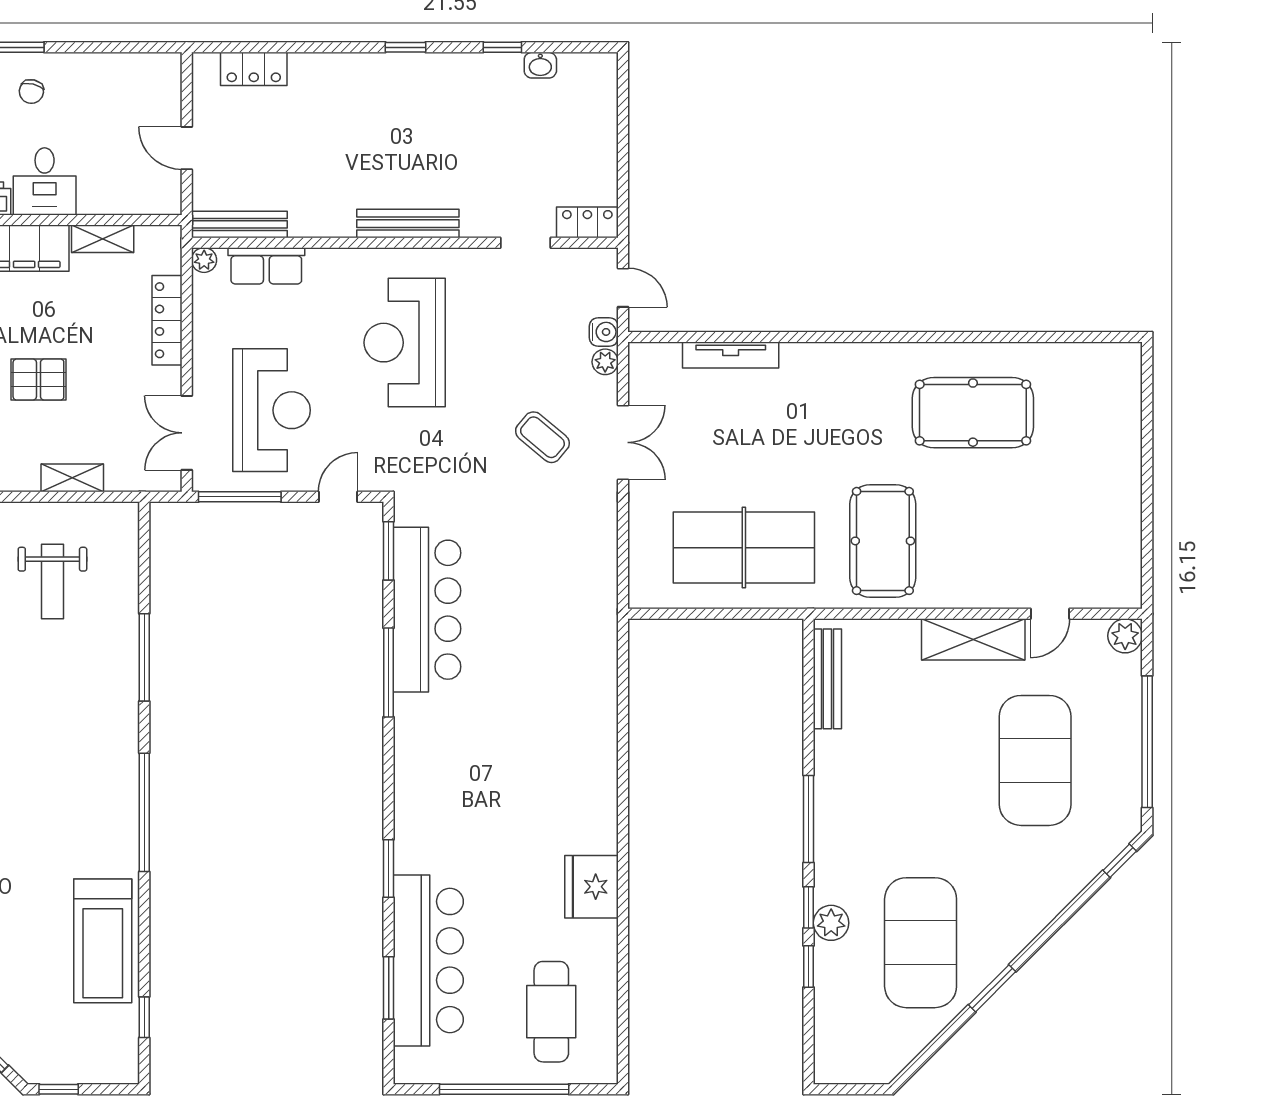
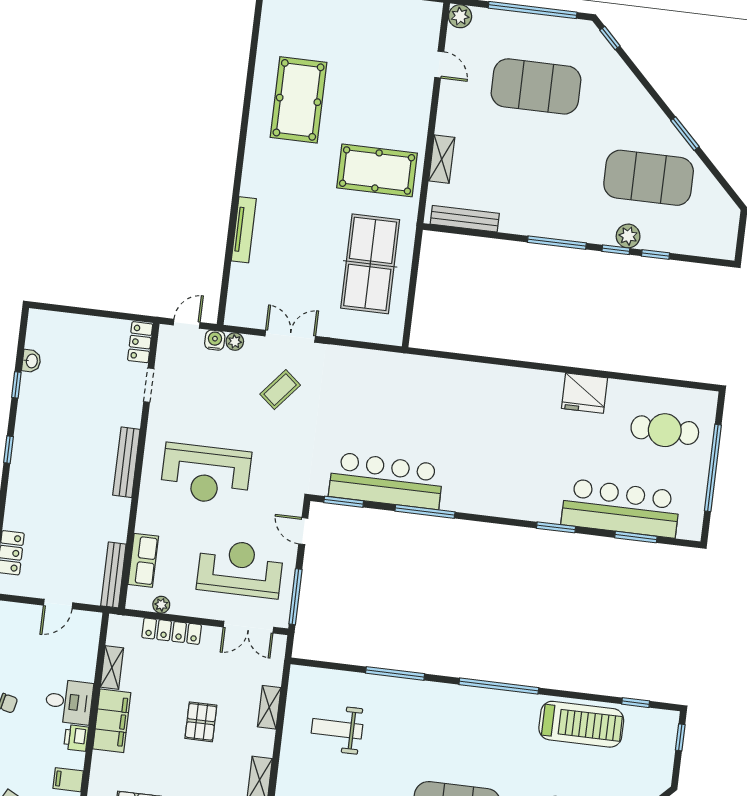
plant: (204, 260) -> (161, 605), moved
tv unit: (731, 355) -> (244, 230), moved
weight bench: (52, 582) -> (337, 729), turned 180
shelving: (973, 639) -> (442, 159), moved, width x0.67, depth x0.75
window: (59, 1089) -> (680, 737), moved

